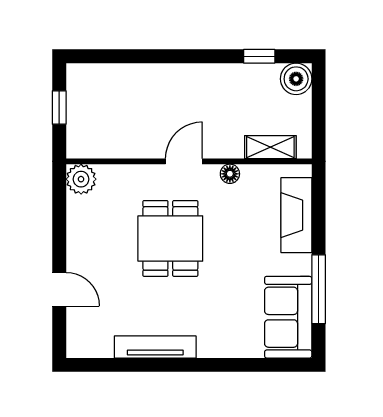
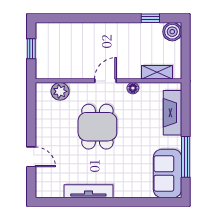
plant: (81, 179) -> (60, 91), moved

